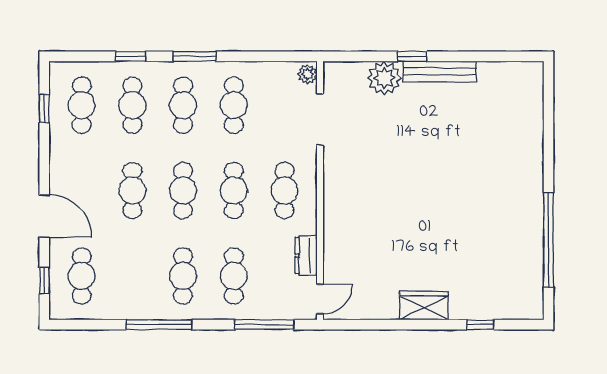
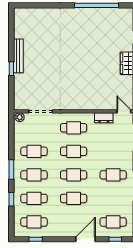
plant: (384, 78) -> (21, 82), removed
cafe table: (234, 276) -> (113, 151), removed

